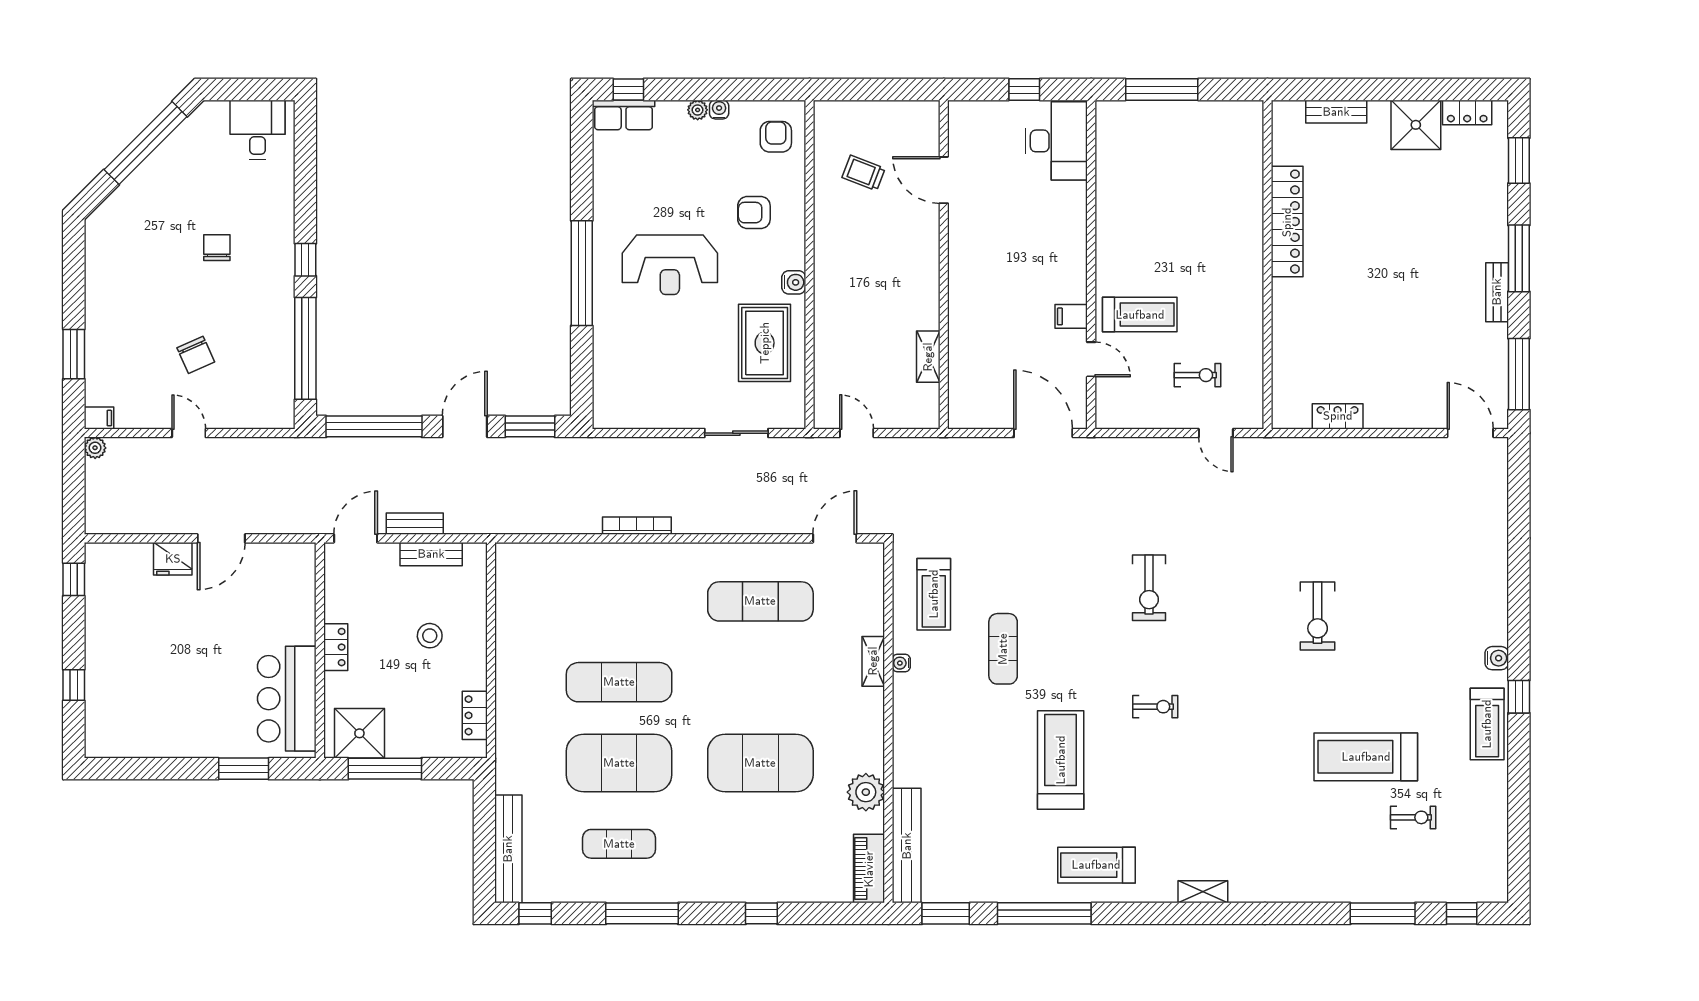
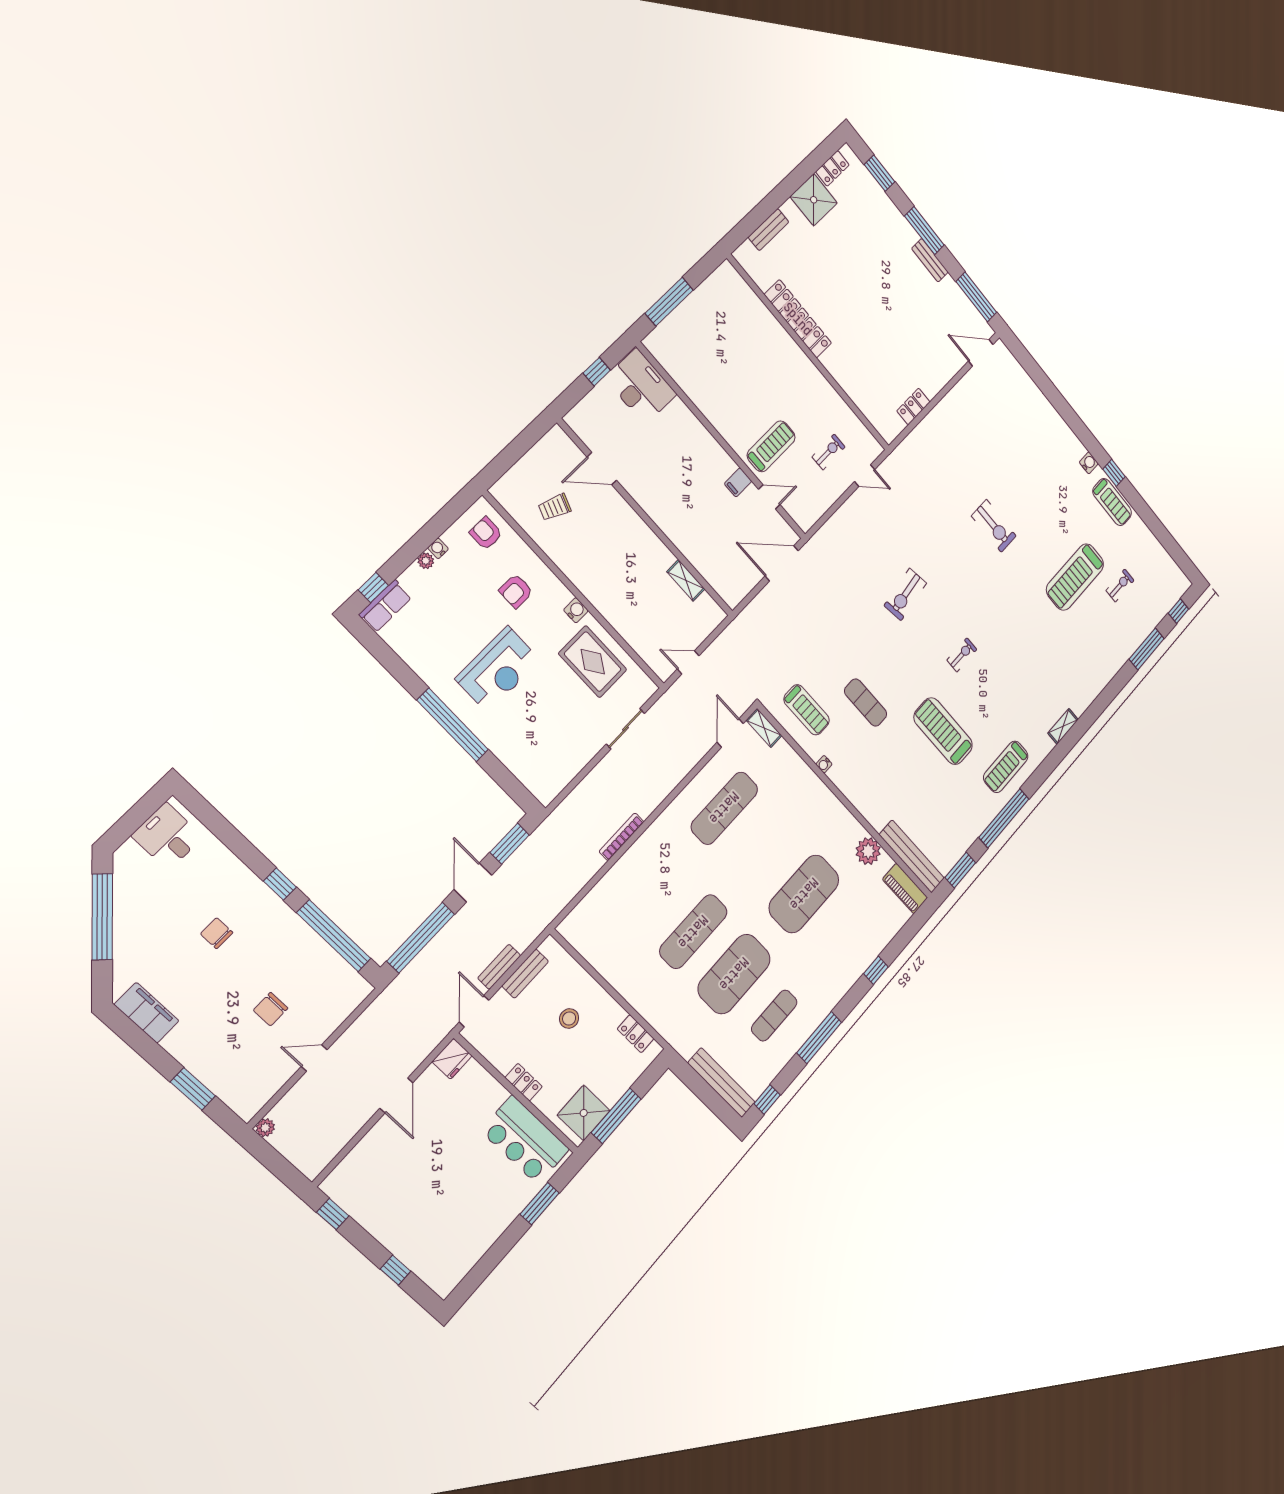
chair: (196, 355) -> (271, 1009), turned 114
filing cabinet: (99, 418) -> (147, 1013), moved, width x3.00, depth x1.17
fridge: (173, 559) -> (452, 1059), moved
exercise bike: (1149, 588) -> (905, 594), turned 82
shelving: (873, 661) -> (764, 728), moved

